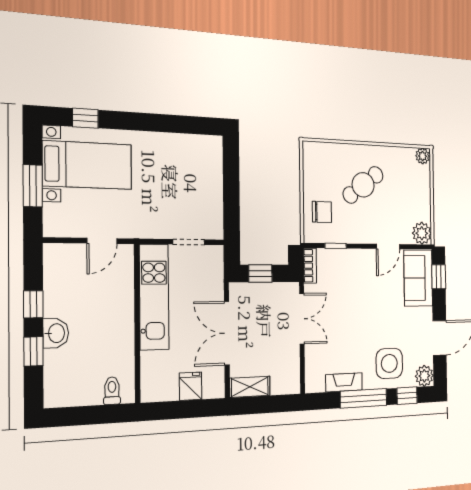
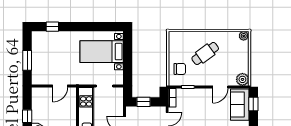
bed with nightstands: (87, 165) -> (102, 52), moved, turned 180

